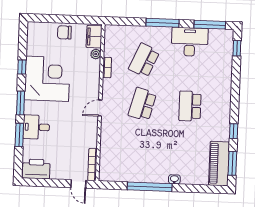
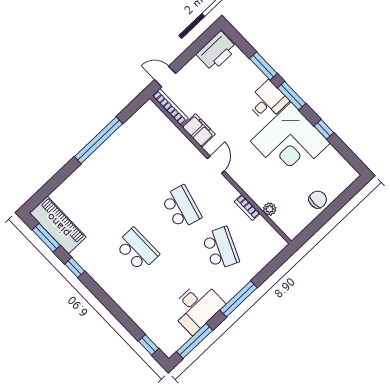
filing cabinet: (94, 37) -> (199, 130), moved
desk: (36, 127) -> (267, 101), moved
washbasin: (174, 179) -> (83, 170), removed

